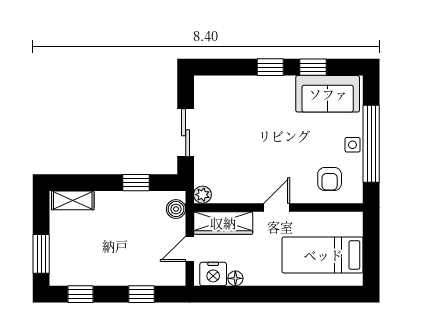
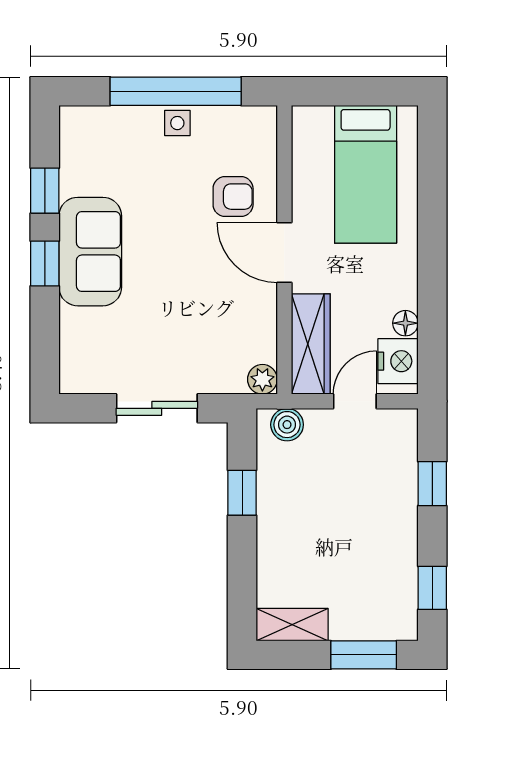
sofa: (328, 94) -> (90, 252), moved
armchair: (330, 179) -> (233, 197), moved
shelving: (73, 200) -> (292, 625), moved, turned 90
door: (277, 207) -> (284, 252), width x1.37
door: (190, 249) -> (355, 401), swing flipped

